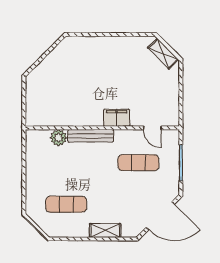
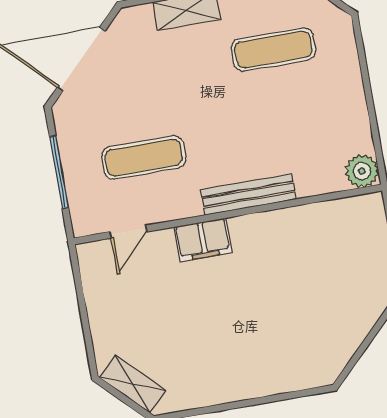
door: (152, 128) -> (128, 232), swing flipped
plant: (59, 138) -> (362, 171), moved

